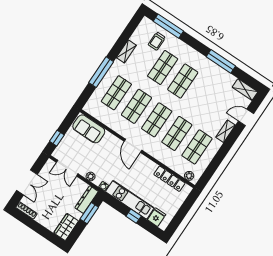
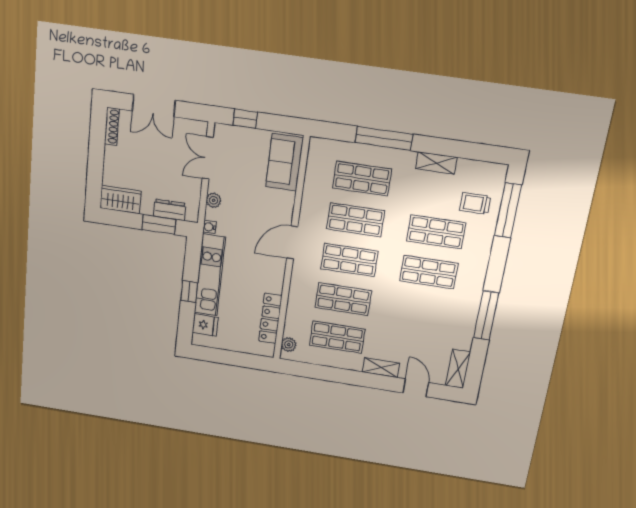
dresser: (87, 200) -> (170, 210), width x0.70

